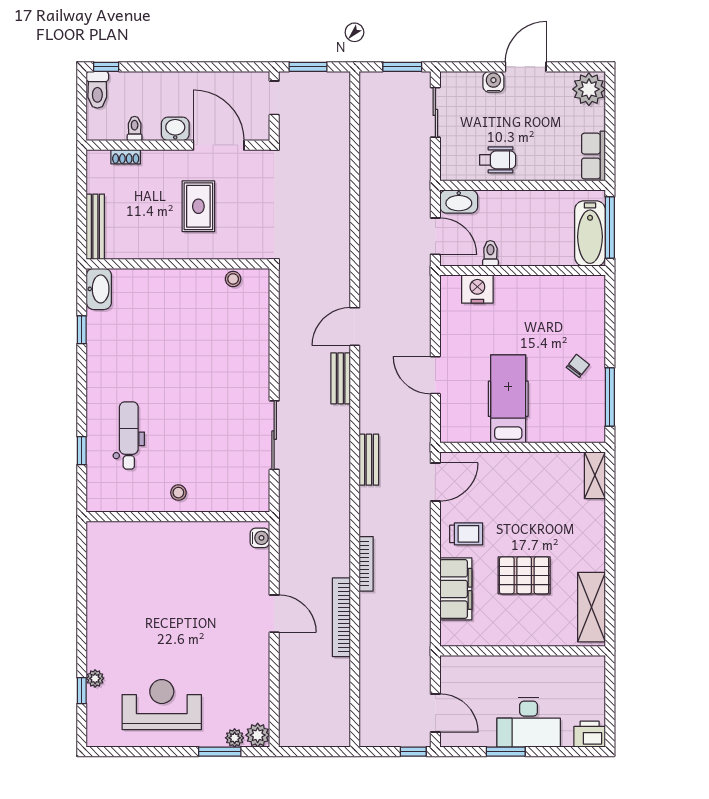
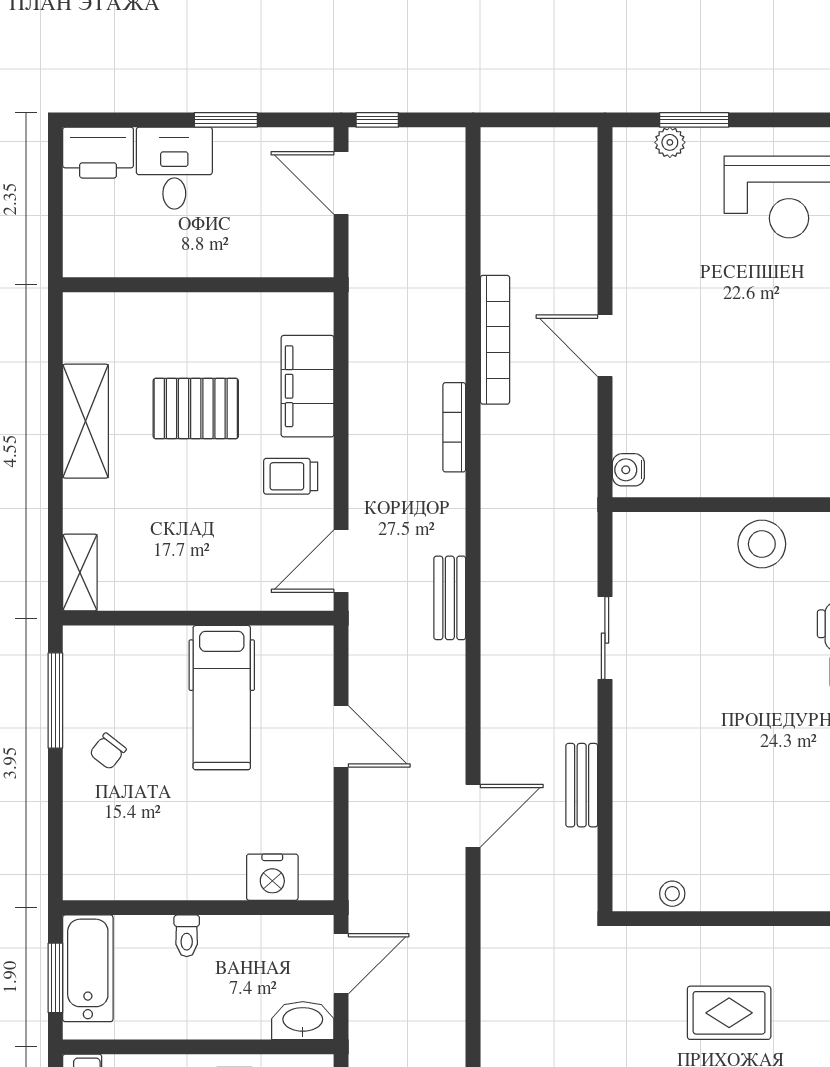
rug: (198, 206) -> (729, 1013), turned 90
window: (610, 228) -> (55, 978), width x0.69
door: (435, 236) -> (341, 964), swing flipped
toilet: (490, 253) -> (187, 936), moved
bench: (341, 378) -> (582, 785), moved
sliding door: (274, 435) -> (605, 638), width x0.73
stool: (178, 493) -> (762, 544), width x1.89, depth x1.89
shelving: (591, 607) -> (85, 421), moved
desk: (529, 722) -> (174, 168), width x0.73
printer: (590, 734) -> (98, 153), width x1.37, depth x1.19
plant: (258, 735) -> (632, 147), removed

